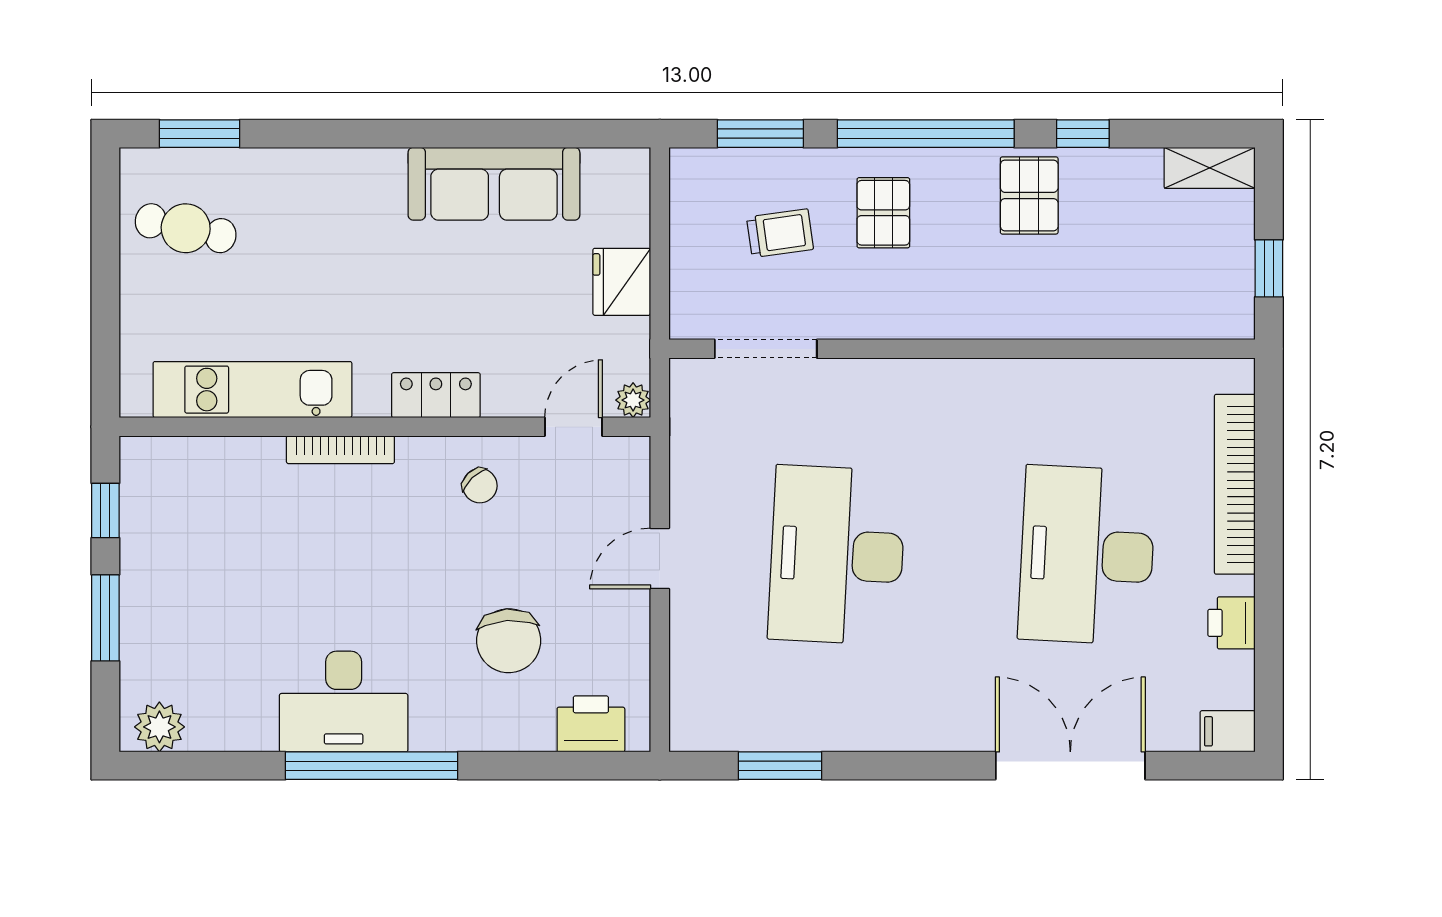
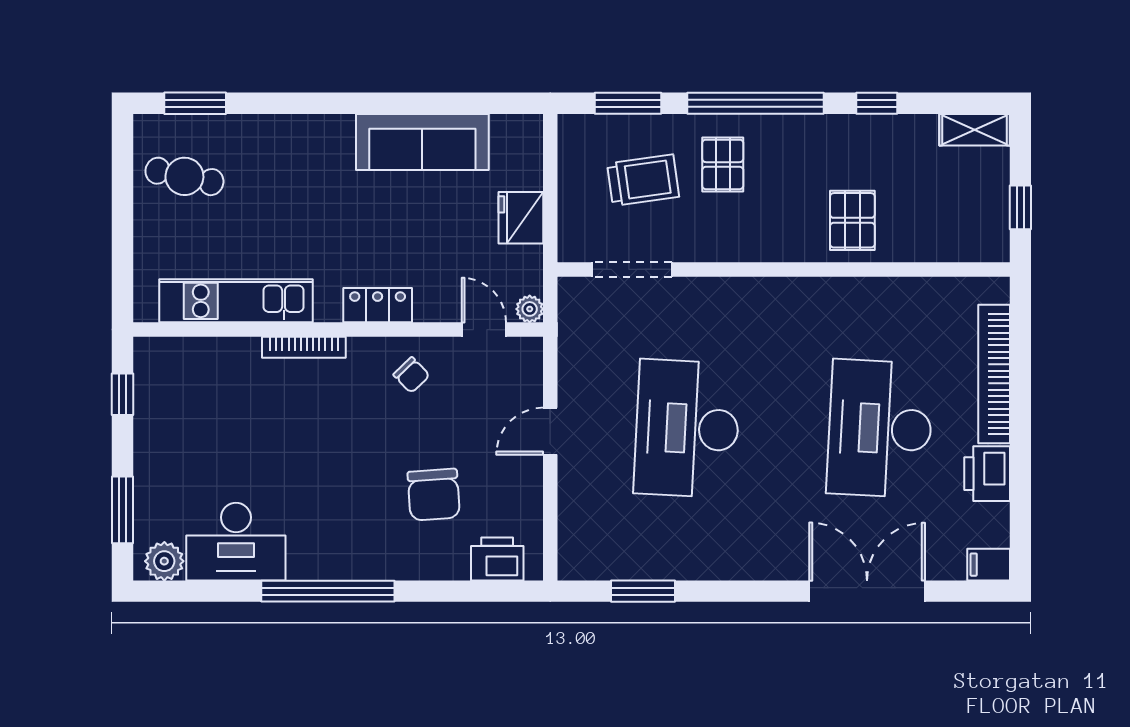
pallet: (1029, 195) -> (852, 220), moved
trolley: (780, 233) -> (643, 180), width x1.36, depth x1.39
door: (574, 427) -> (484, 330), hinge flipped
window: (105, 618) -> (123, 510), moved
printer: (1232, 623) -> (987, 474), width x1.36, depth x1.24
desk: (344, 702) -> (236, 542), moved

